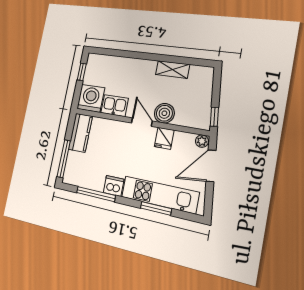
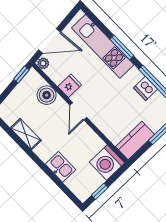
kitchen sink: (115, 106) -> (61, 167), moved, turned 180
boiler: (164, 113) -> (47, 95), moved
dishwasher: (114, 186) -> (146, 88), moved
window: (156, 208) -> (122, 48), moved

